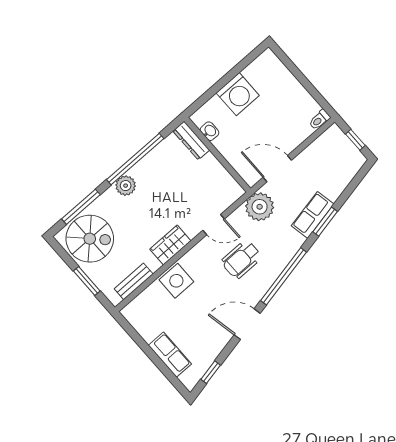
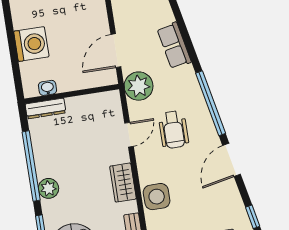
window: (325, 222) -> (187, 38), removed

